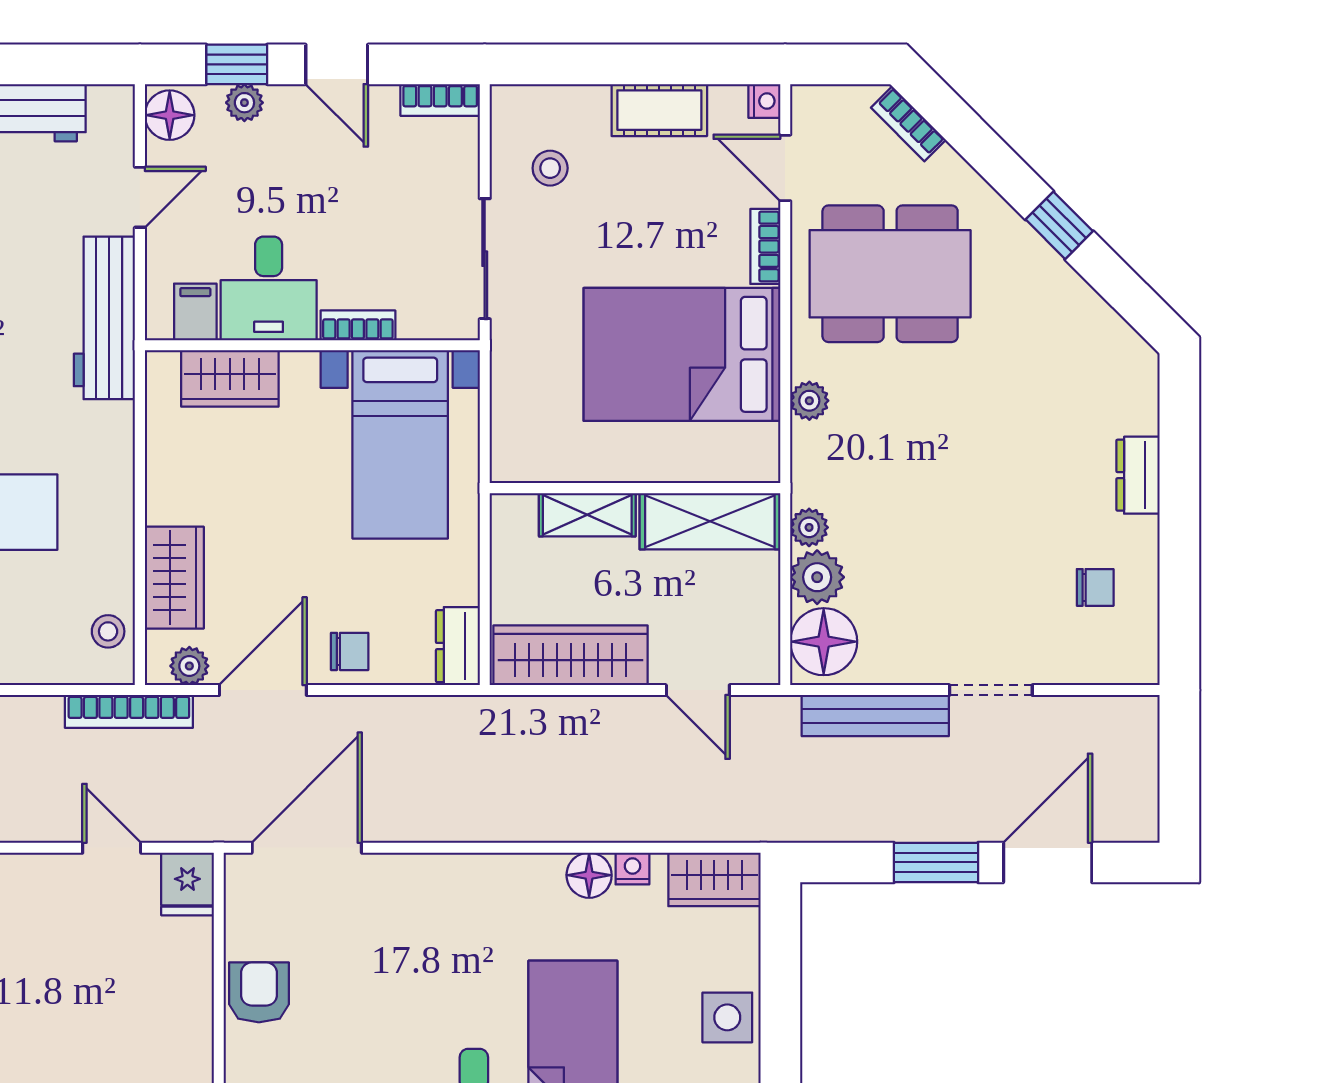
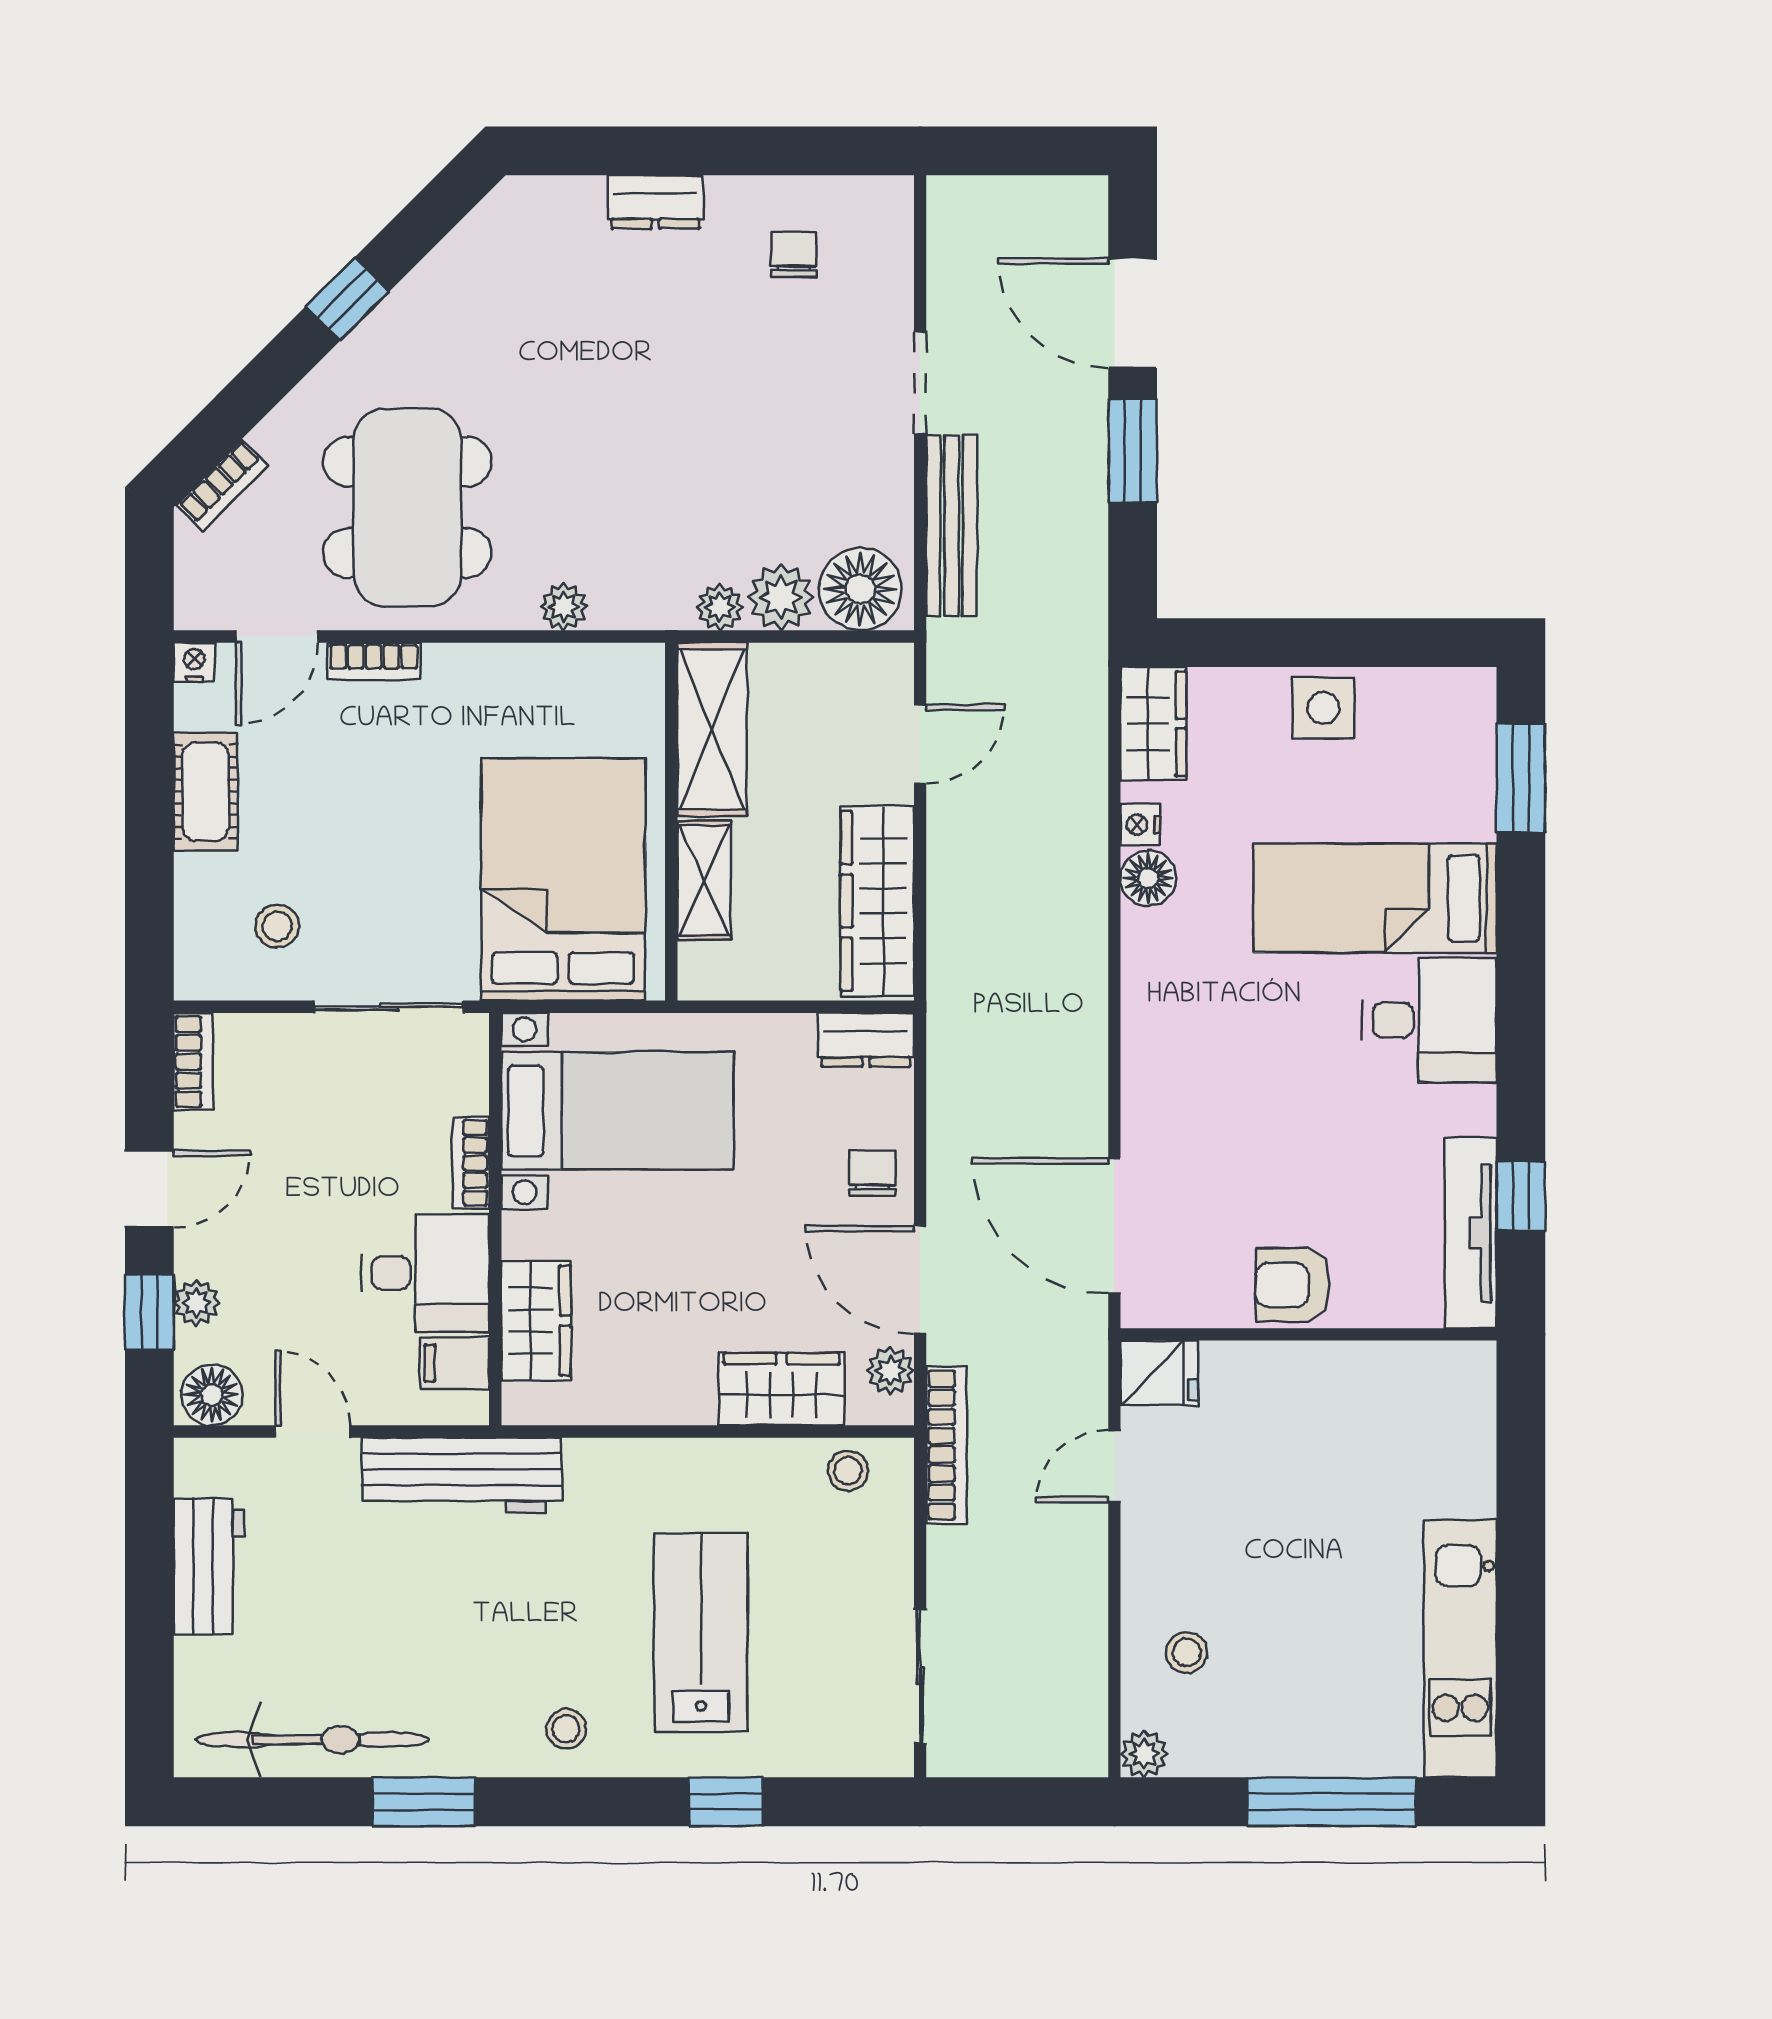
bed: (682, 354) -> (563, 879), moved, turned 180

